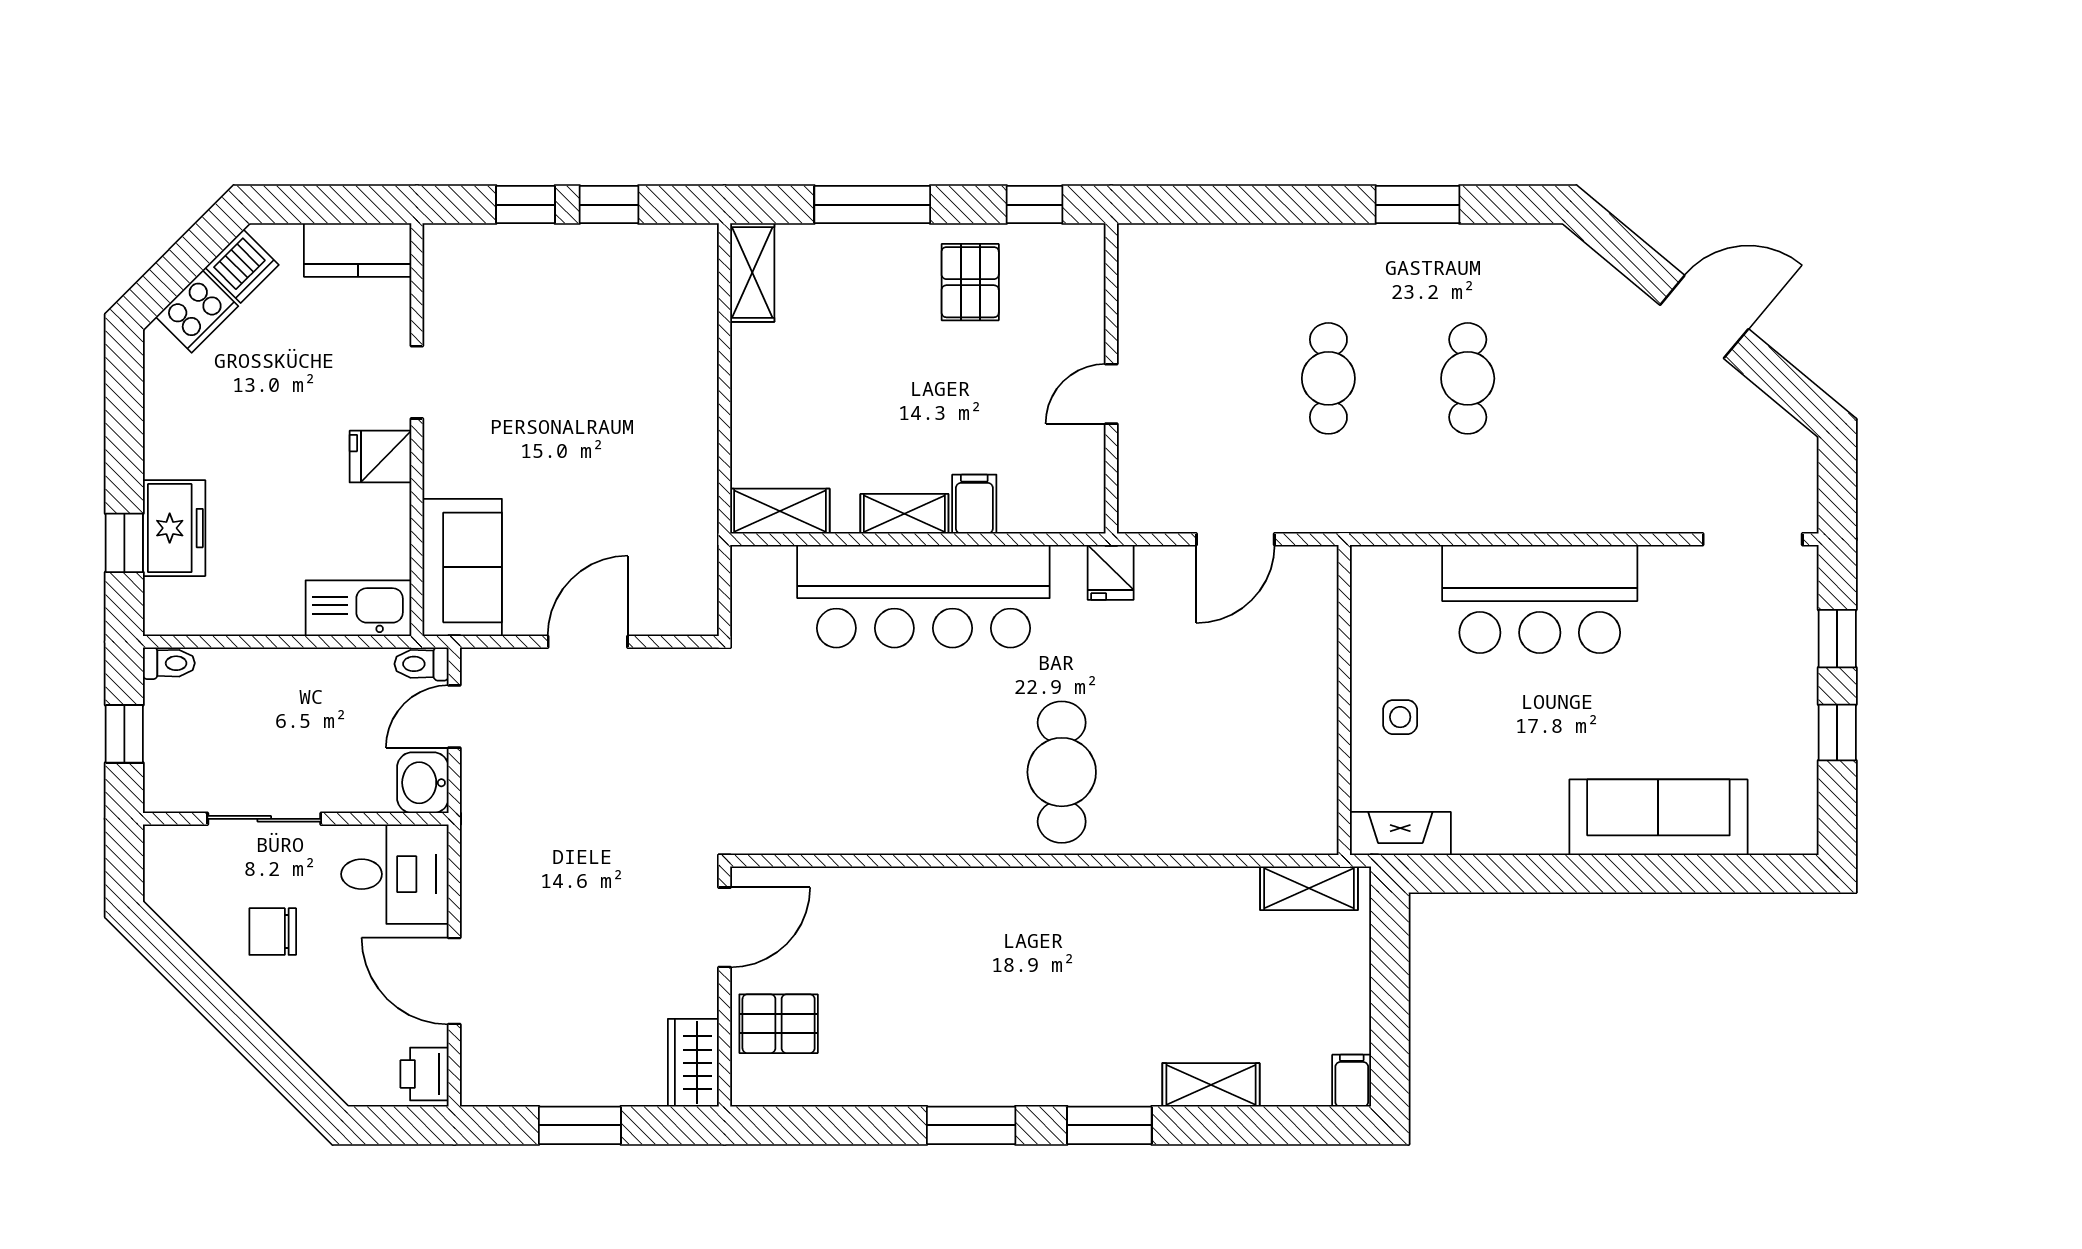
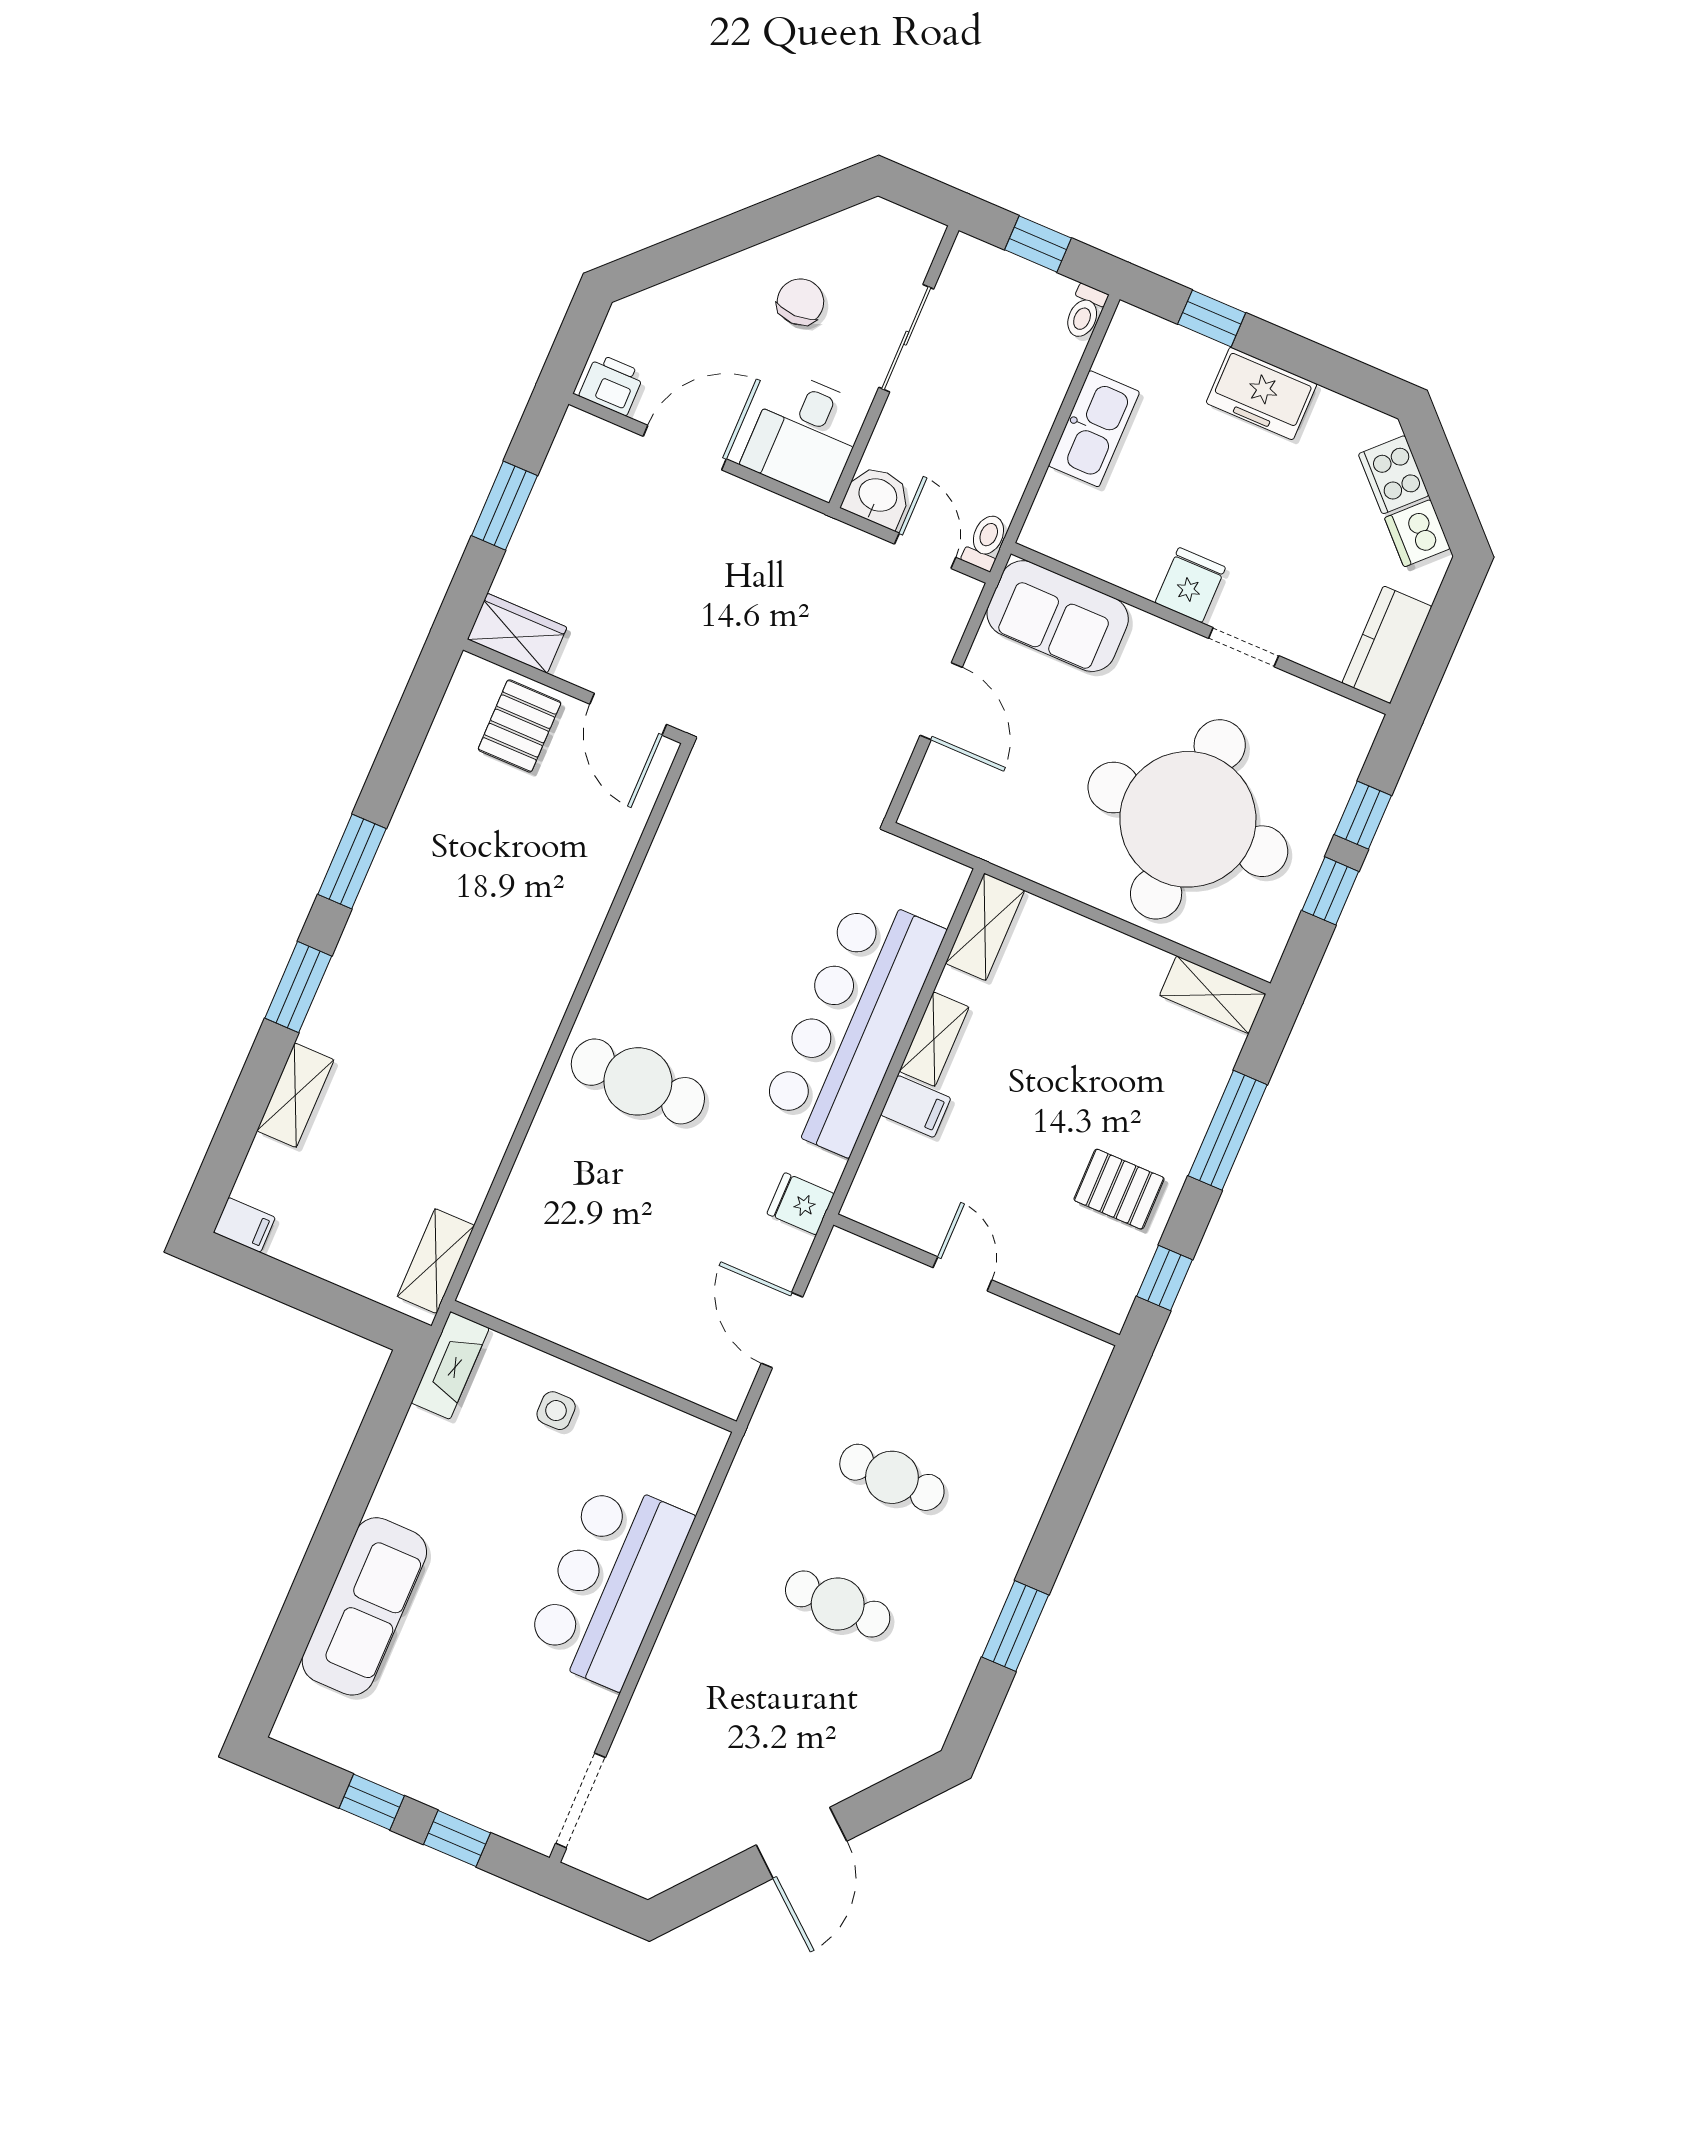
round table: (599, 365) -> (1188, 819), added
freezer: (174, 528) -> (1262, 393), moved
kitchen sink: (358, 608) -> (1094, 429), moved

